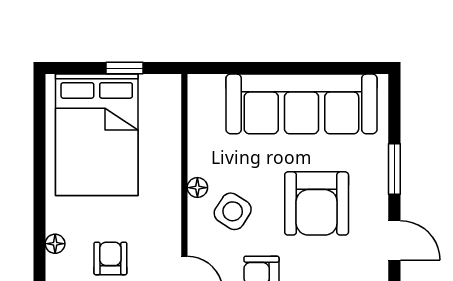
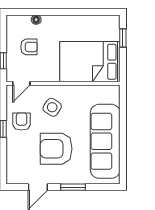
window: (125, 68) -> (123, 38), moved
bed: (97, 135) -> (90, 62), moved
floor lamp: (197, 188) -> (64, 90), removed

